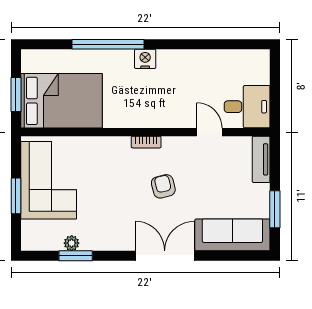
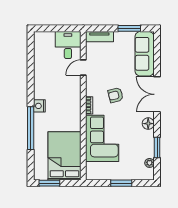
window: (16, 94) -> (49, 183), moved
corner sofa: (49, 180) -> (102, 138), moved, turned 90
floor lamp: (116, 241) -> (148, 124), added
plant: (72, 243) -> (149, 163), moved

